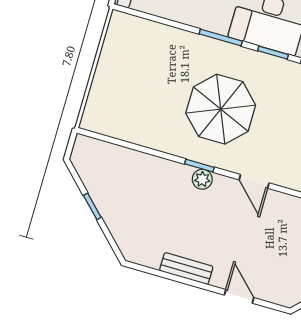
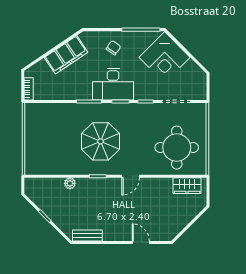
plant: (202, 179) -> (70, 183), moved
door: (254, 181) -> (131, 176), hinge flipped
bench: (186, 269) -> (87, 236), moved

